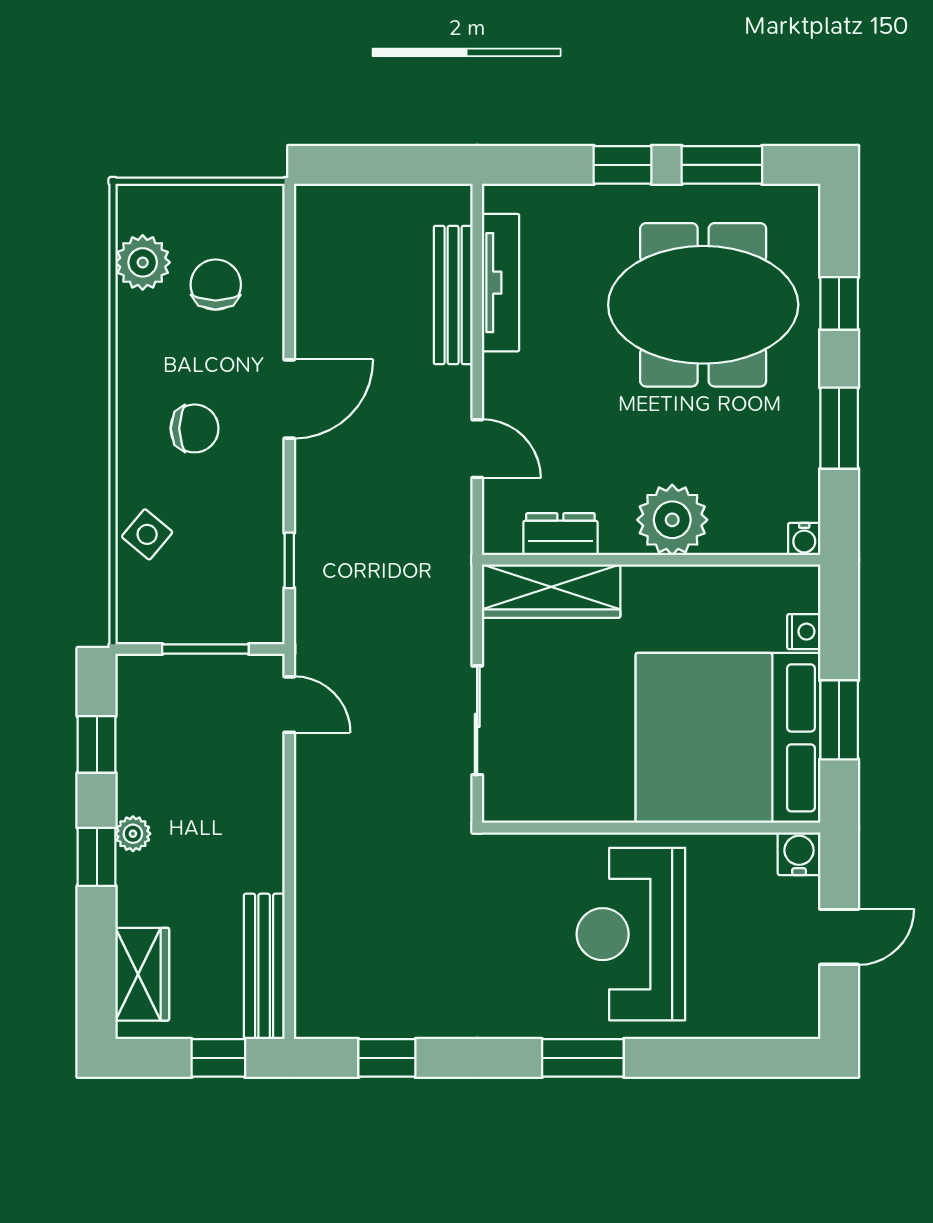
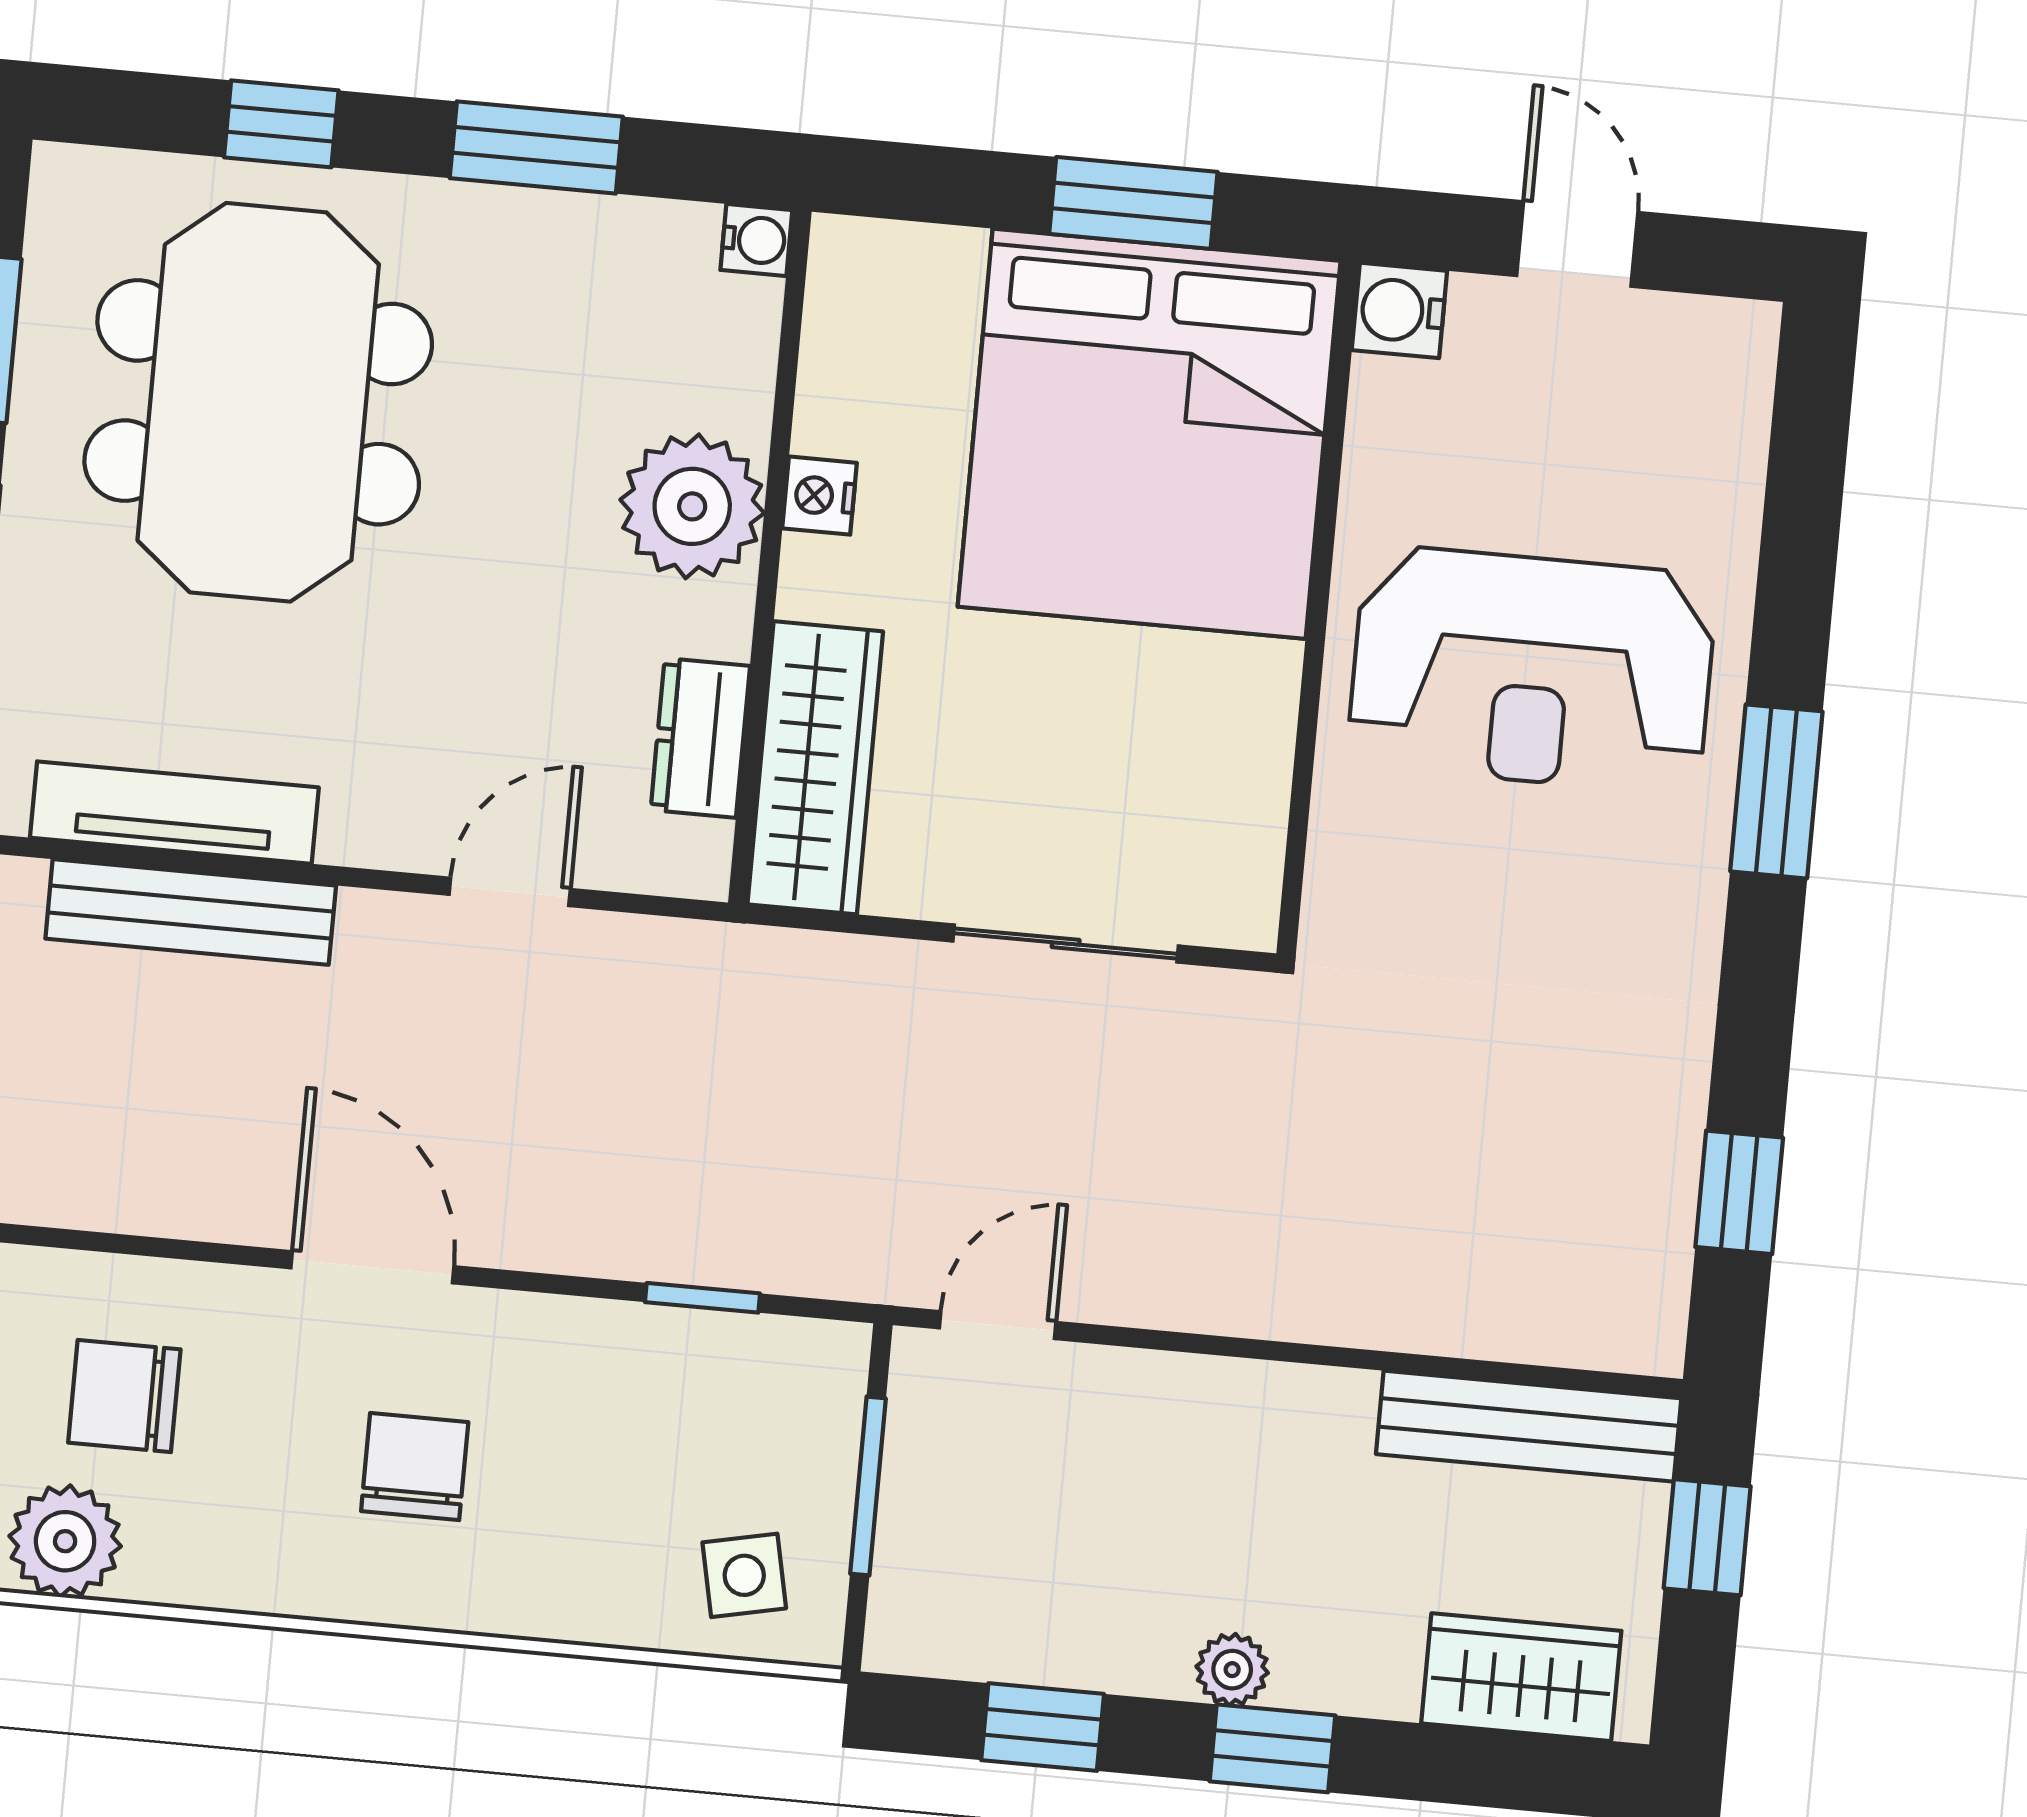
side table: (147, 534) -> (744, 1575), moved, turned 38
nightstand: (804, 632) -> (820, 496), moved, turned -90

